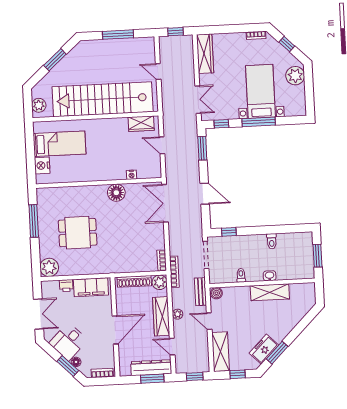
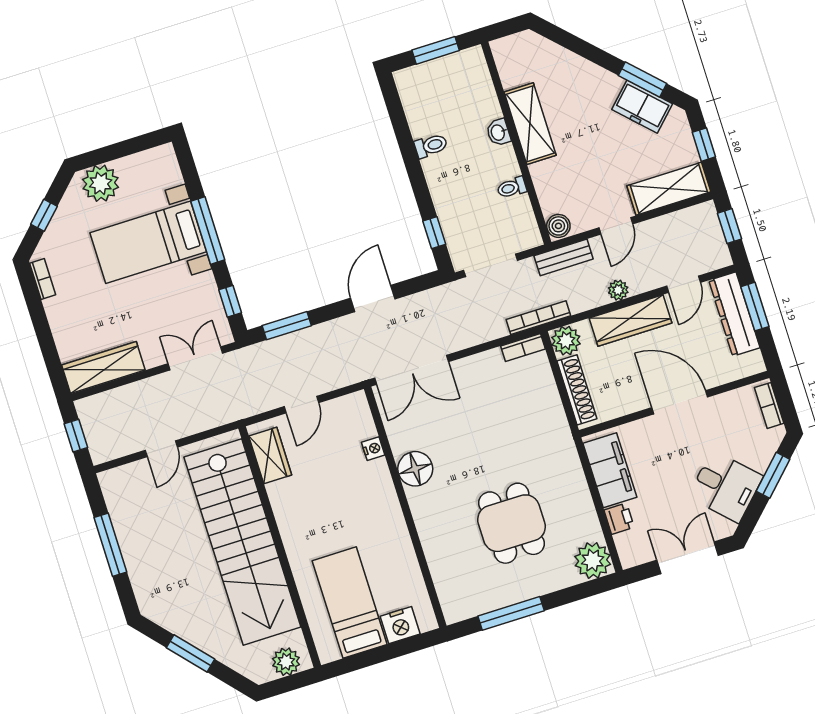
floor lamp: (76, 362) -> (761, 461), removed

